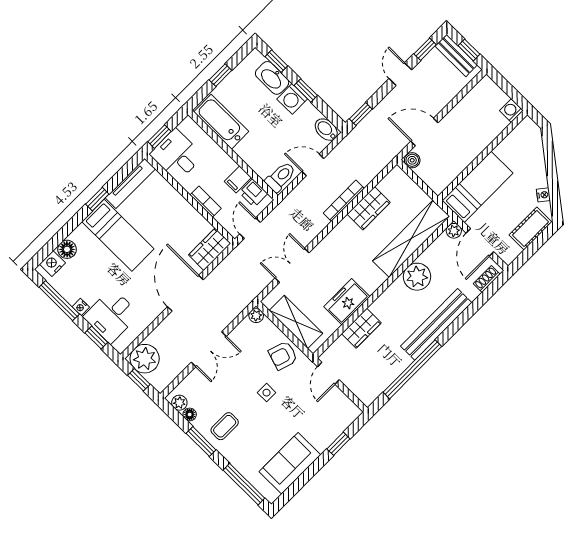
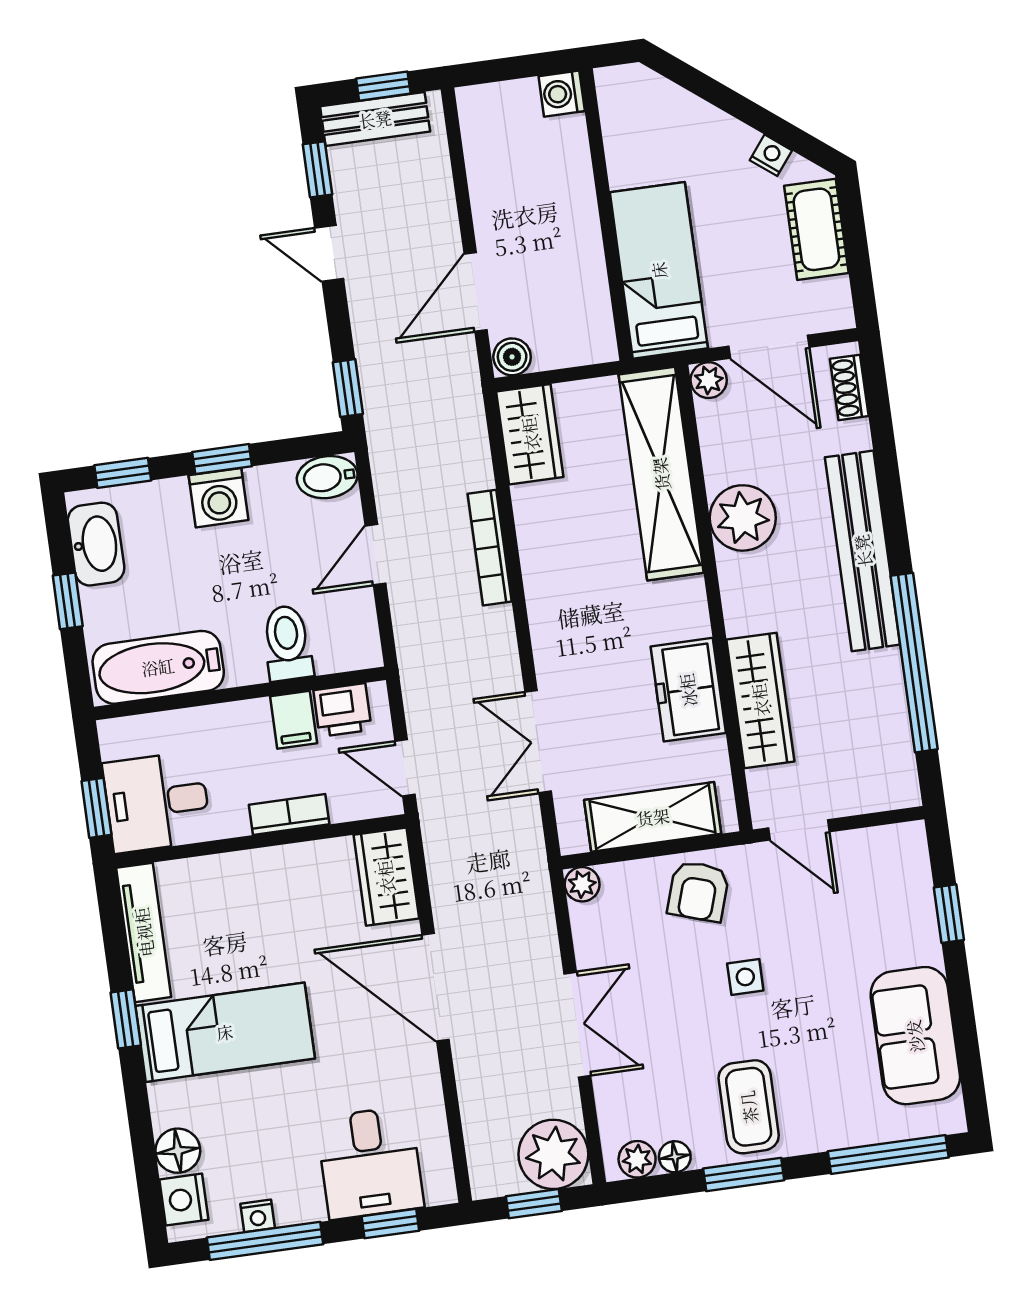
washbasin: (272, 78) -> (96, 544), moved, turned -90
toilet: (281, 177) -> (287, 643), moved
wardrobe: (369, 208) -> (530, 434), moved
nightstand: (81, 307) -> (258, 1216), moved
wardrobe: (361, 328) -> (760, 700), width x1.50
plant: (145, 359) -> (553, 1154), moved
coffee table: (225, 426) -> (749, 1107), width x1.36, depth x1.30

